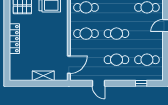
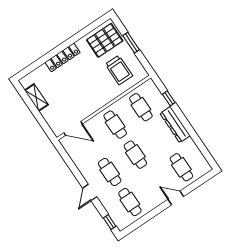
shelving: (43, 76) -> (36, 98), moved
door: (99, 83) -> (90, 193), moved
window: (141, 83) -> (110, 222), moved

